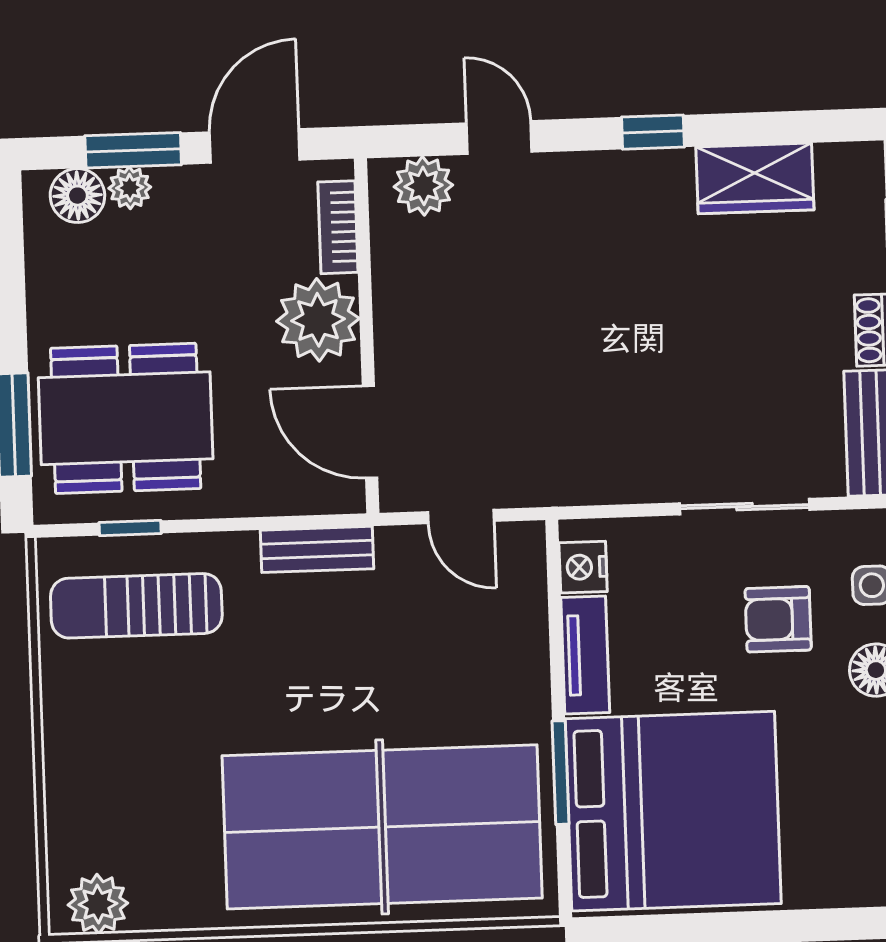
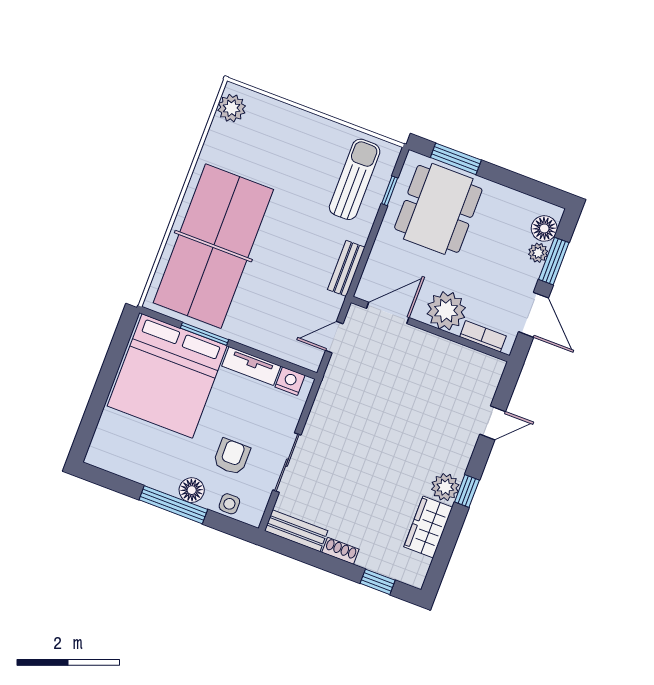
plant: (423, 186) -> (445, 487), moved

